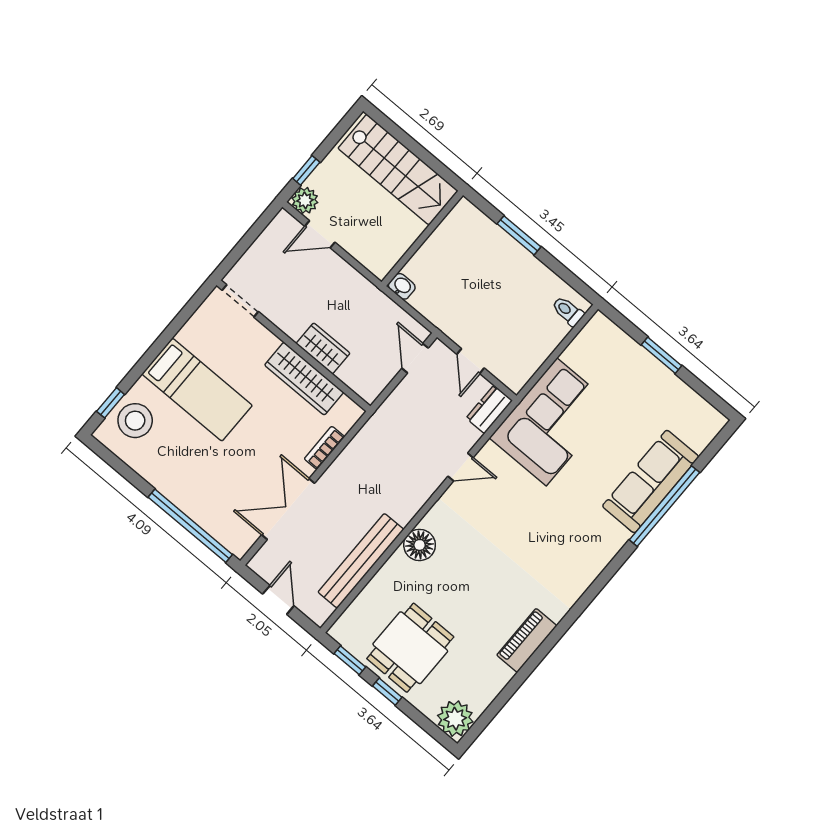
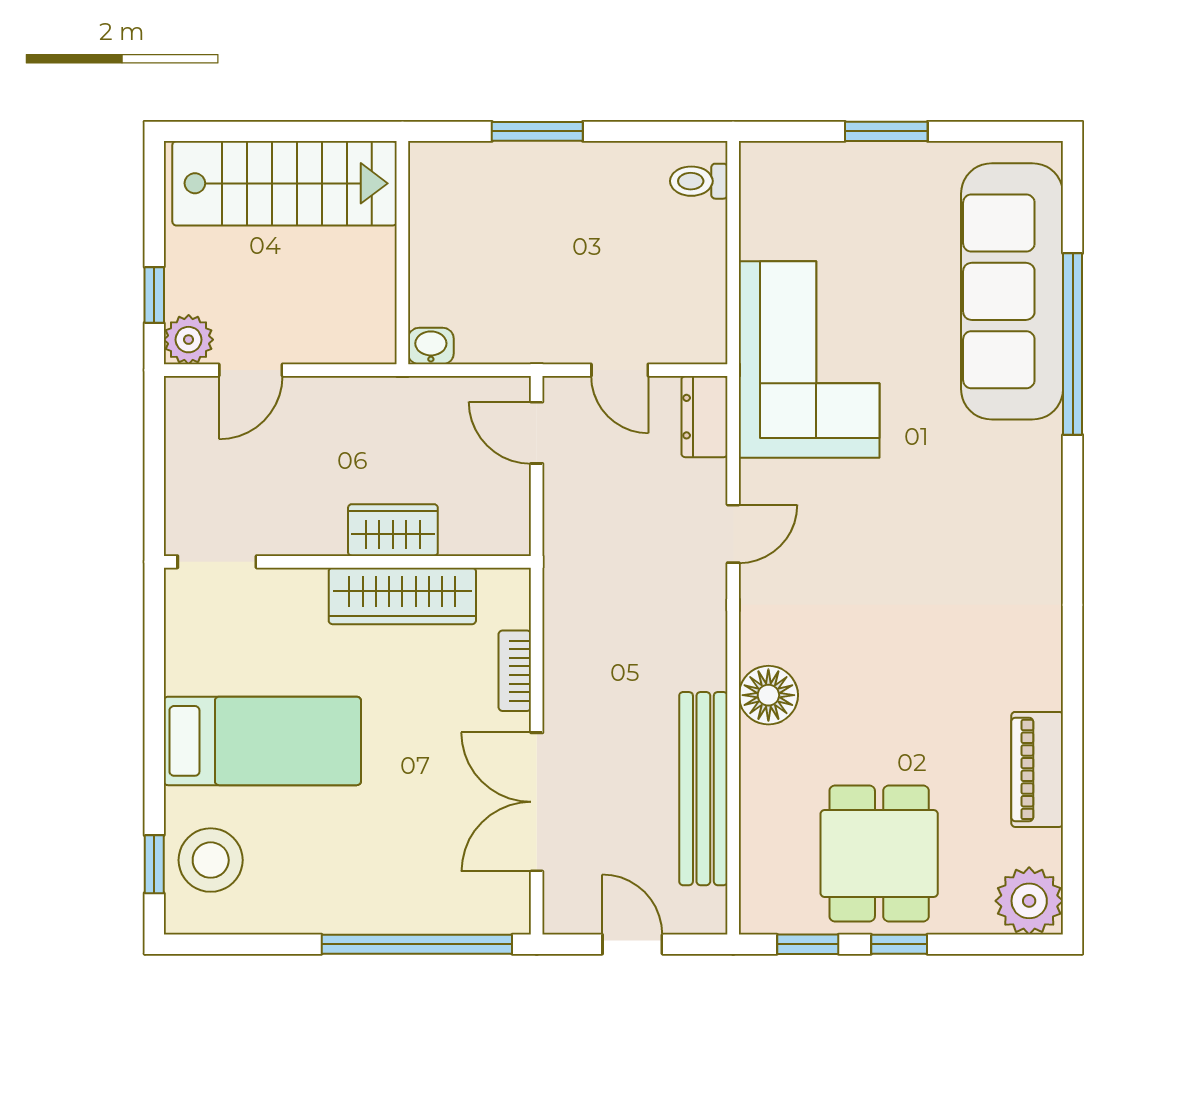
sofa: (651, 481) -> (1012, 291), width x1.36, depth x1.27
piano: (527, 640) -> (1037, 769), moved

